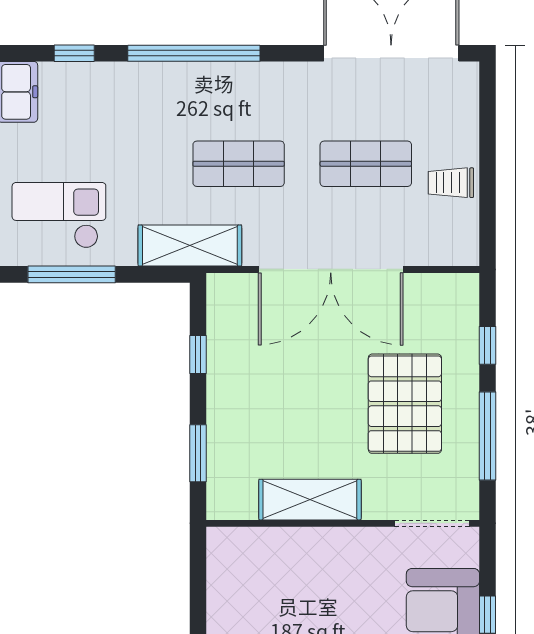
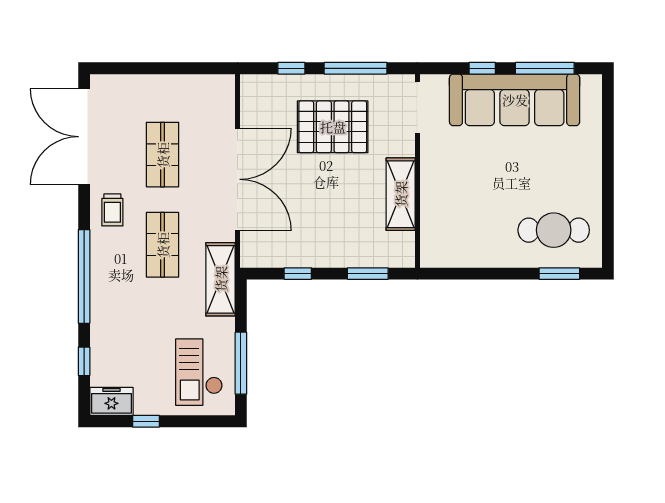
trolley: (451, 183) -> (112, 210), moved

